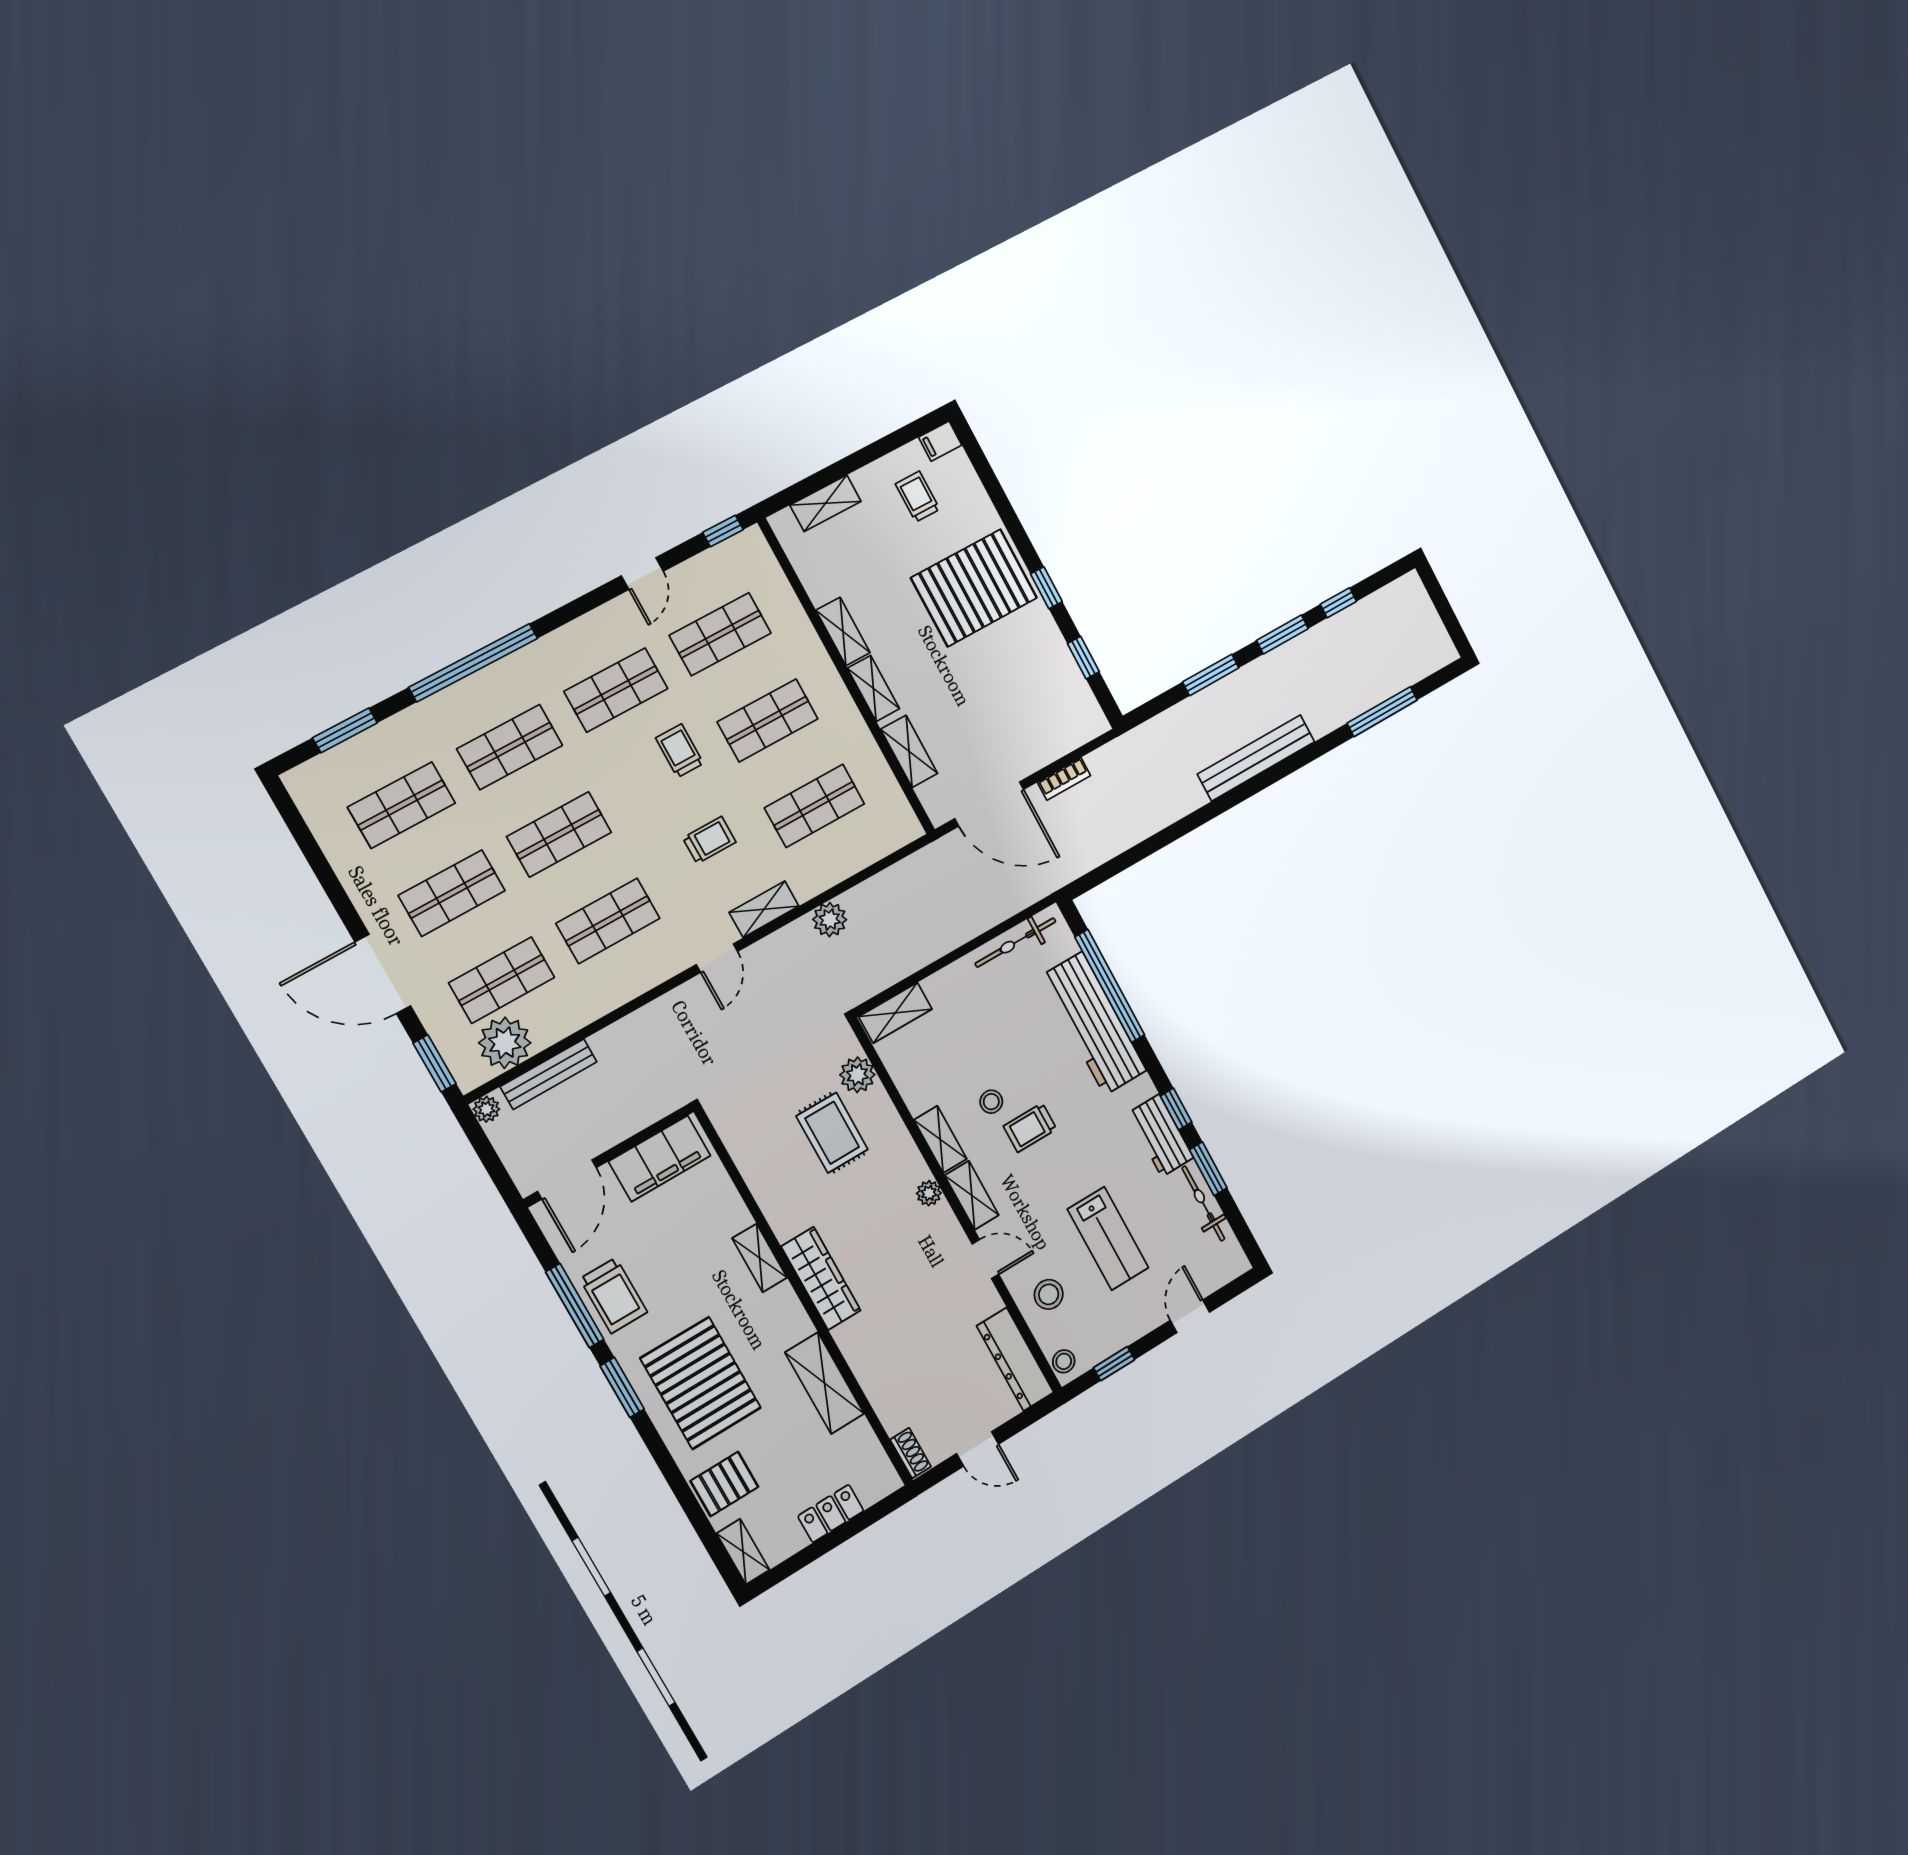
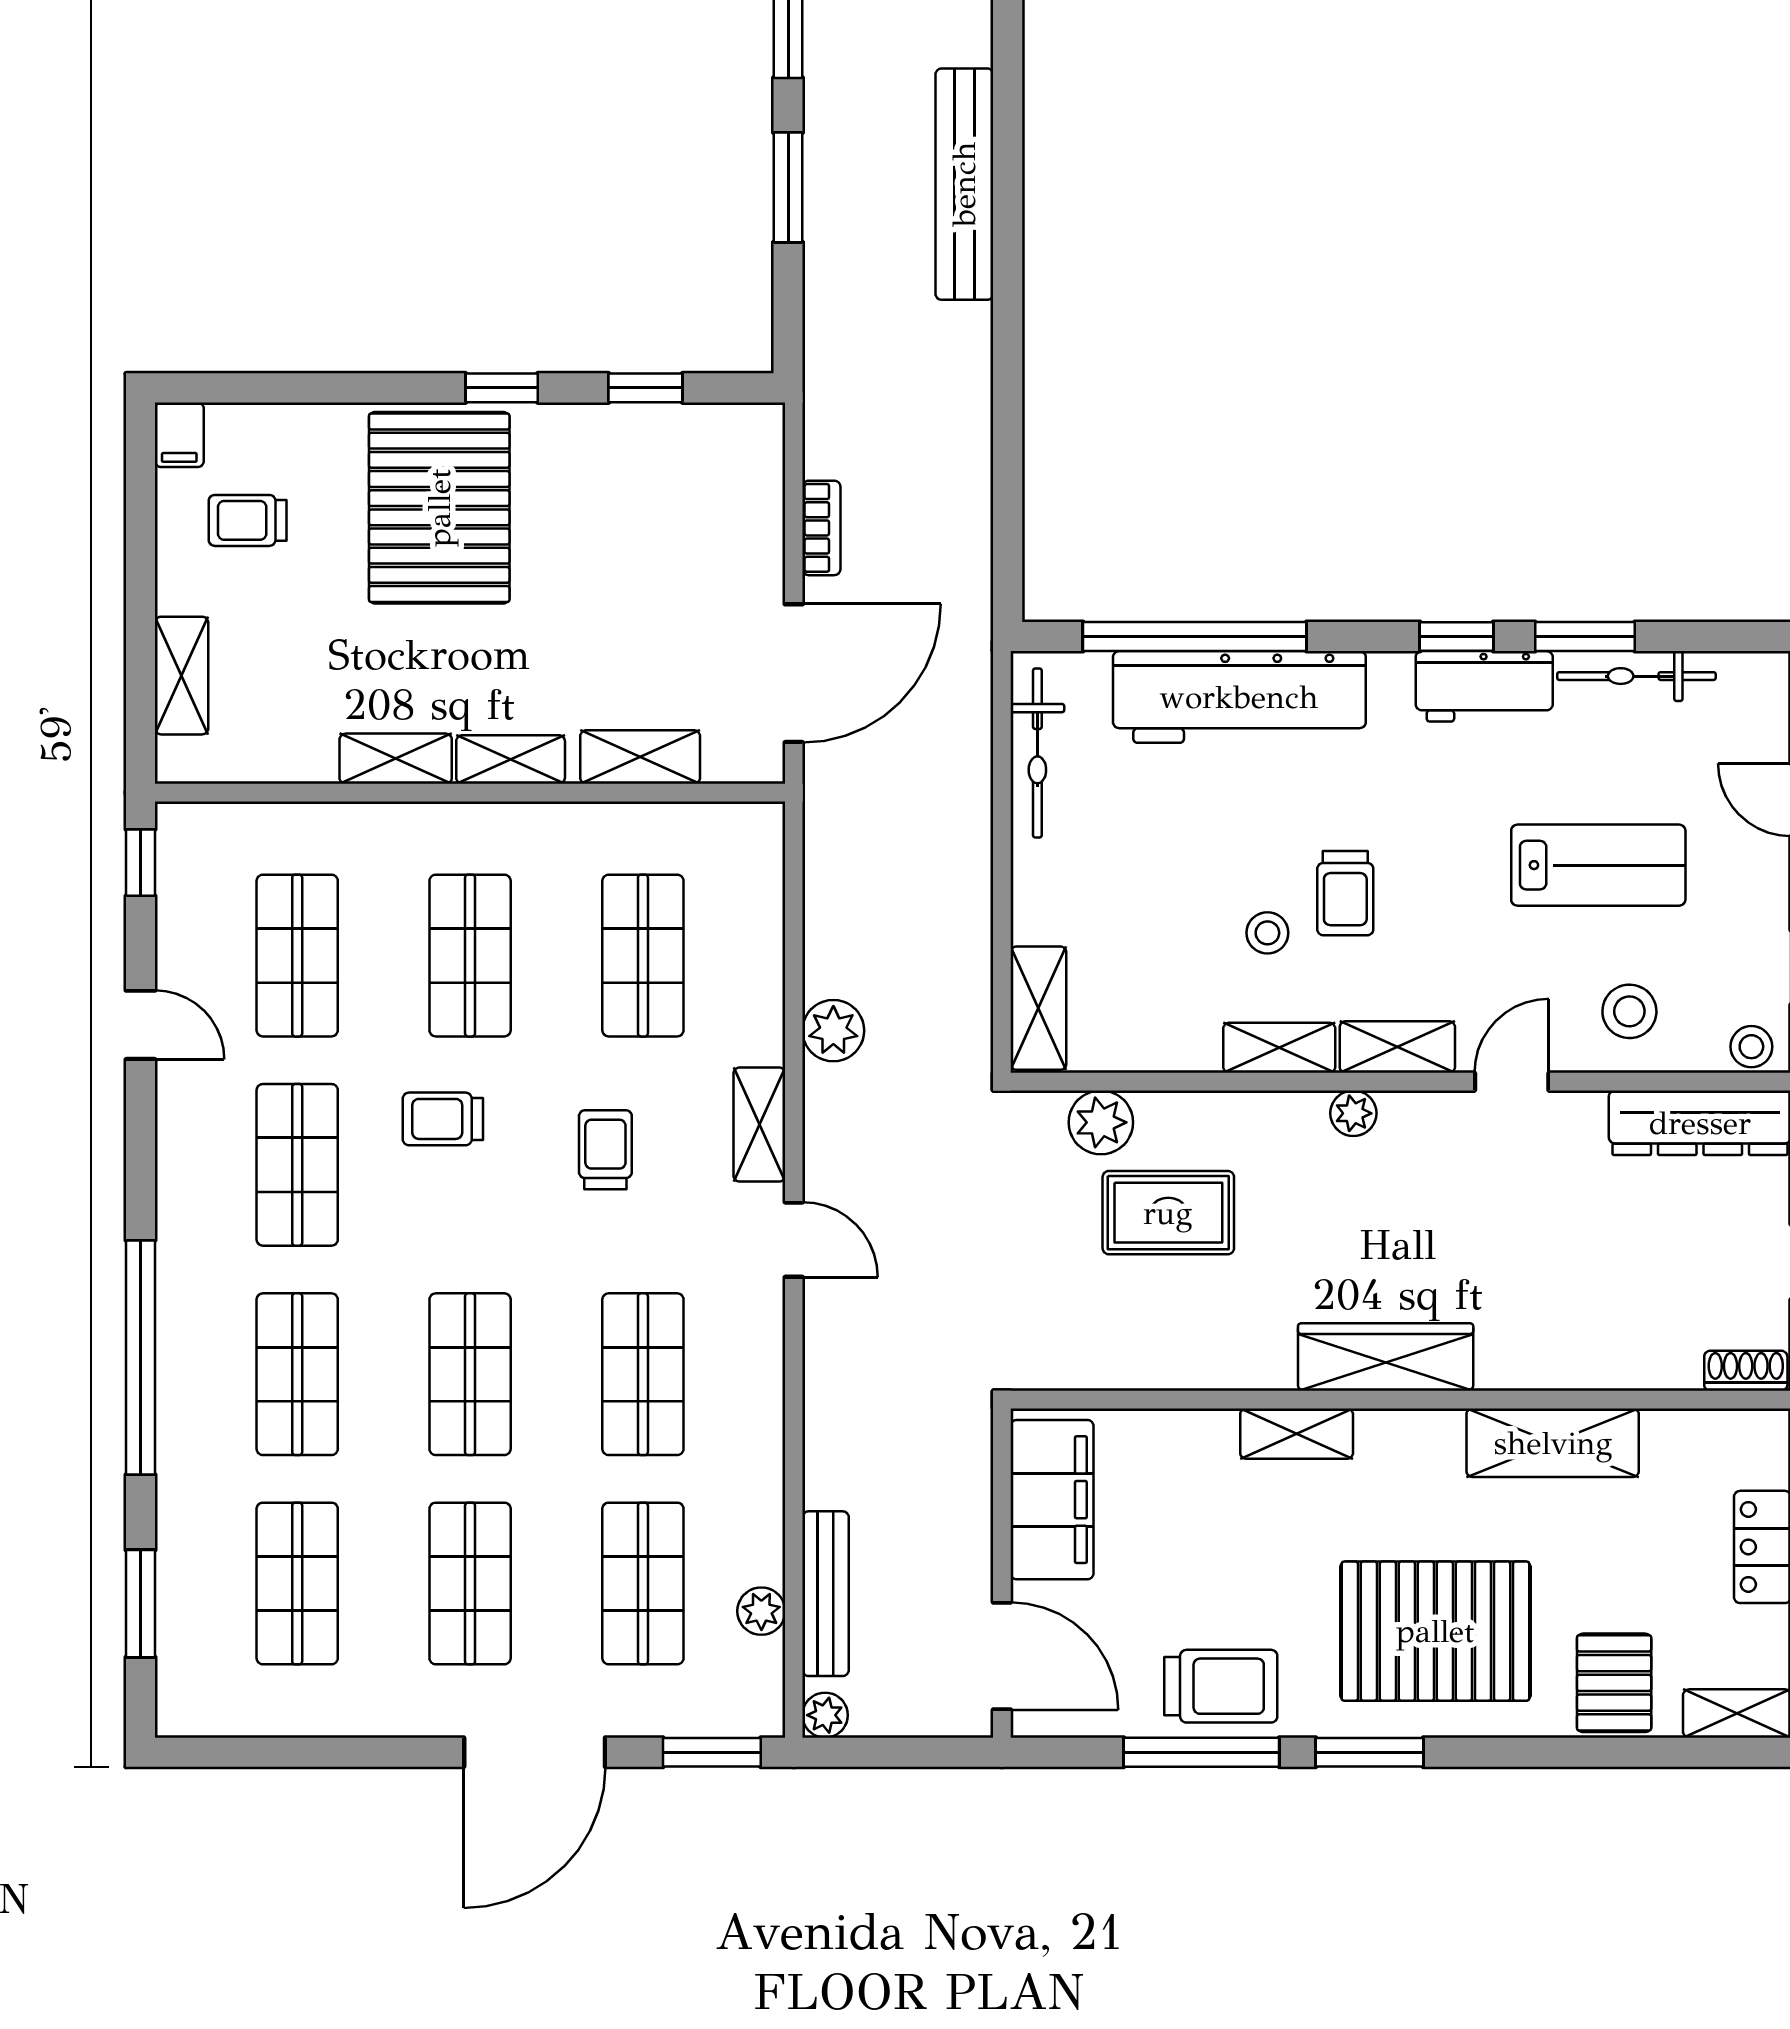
plant: (505, 1043) -> (761, 1611), width x0.53, depth x0.53

